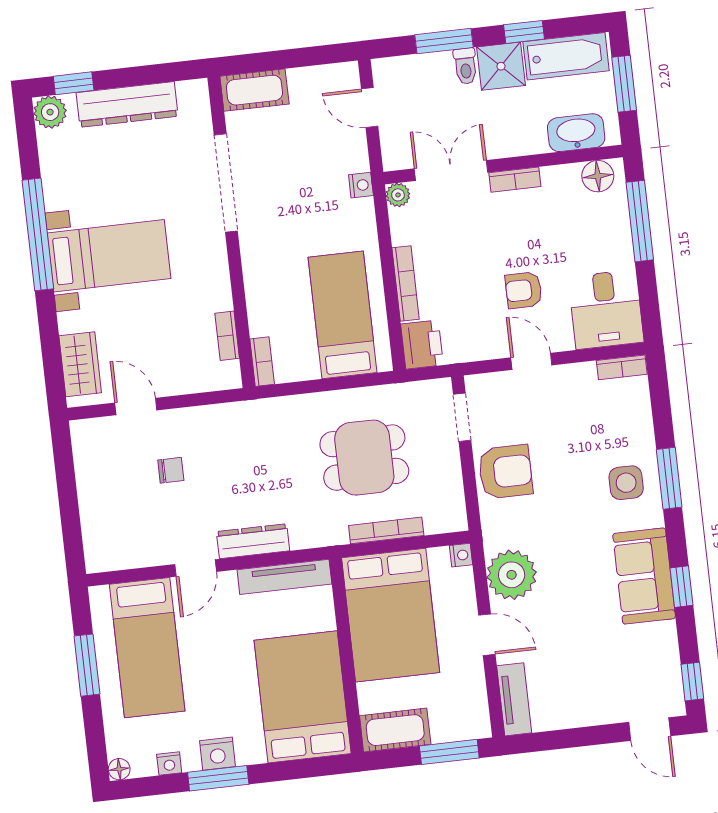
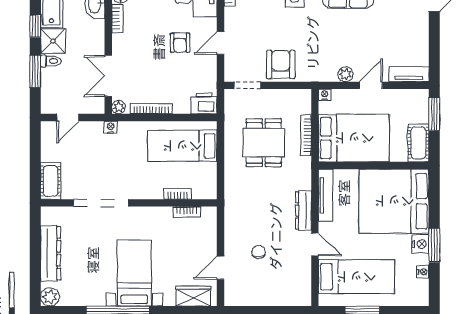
window: (74, 83) -> (35, 282), removed
bookcase: (515, 180) -> (117, 18), moved
bookcase: (406, 283) -> (151, 109), moved
bookcase: (262, 362) -> (178, 194), moved
plant: (512, 575) -> (345, 74), width x0.53, depth x0.53
bed: (303, 697) -> (394, 201), width x1.36
floor lamp: (119, 769) -> (423, 300), removed

